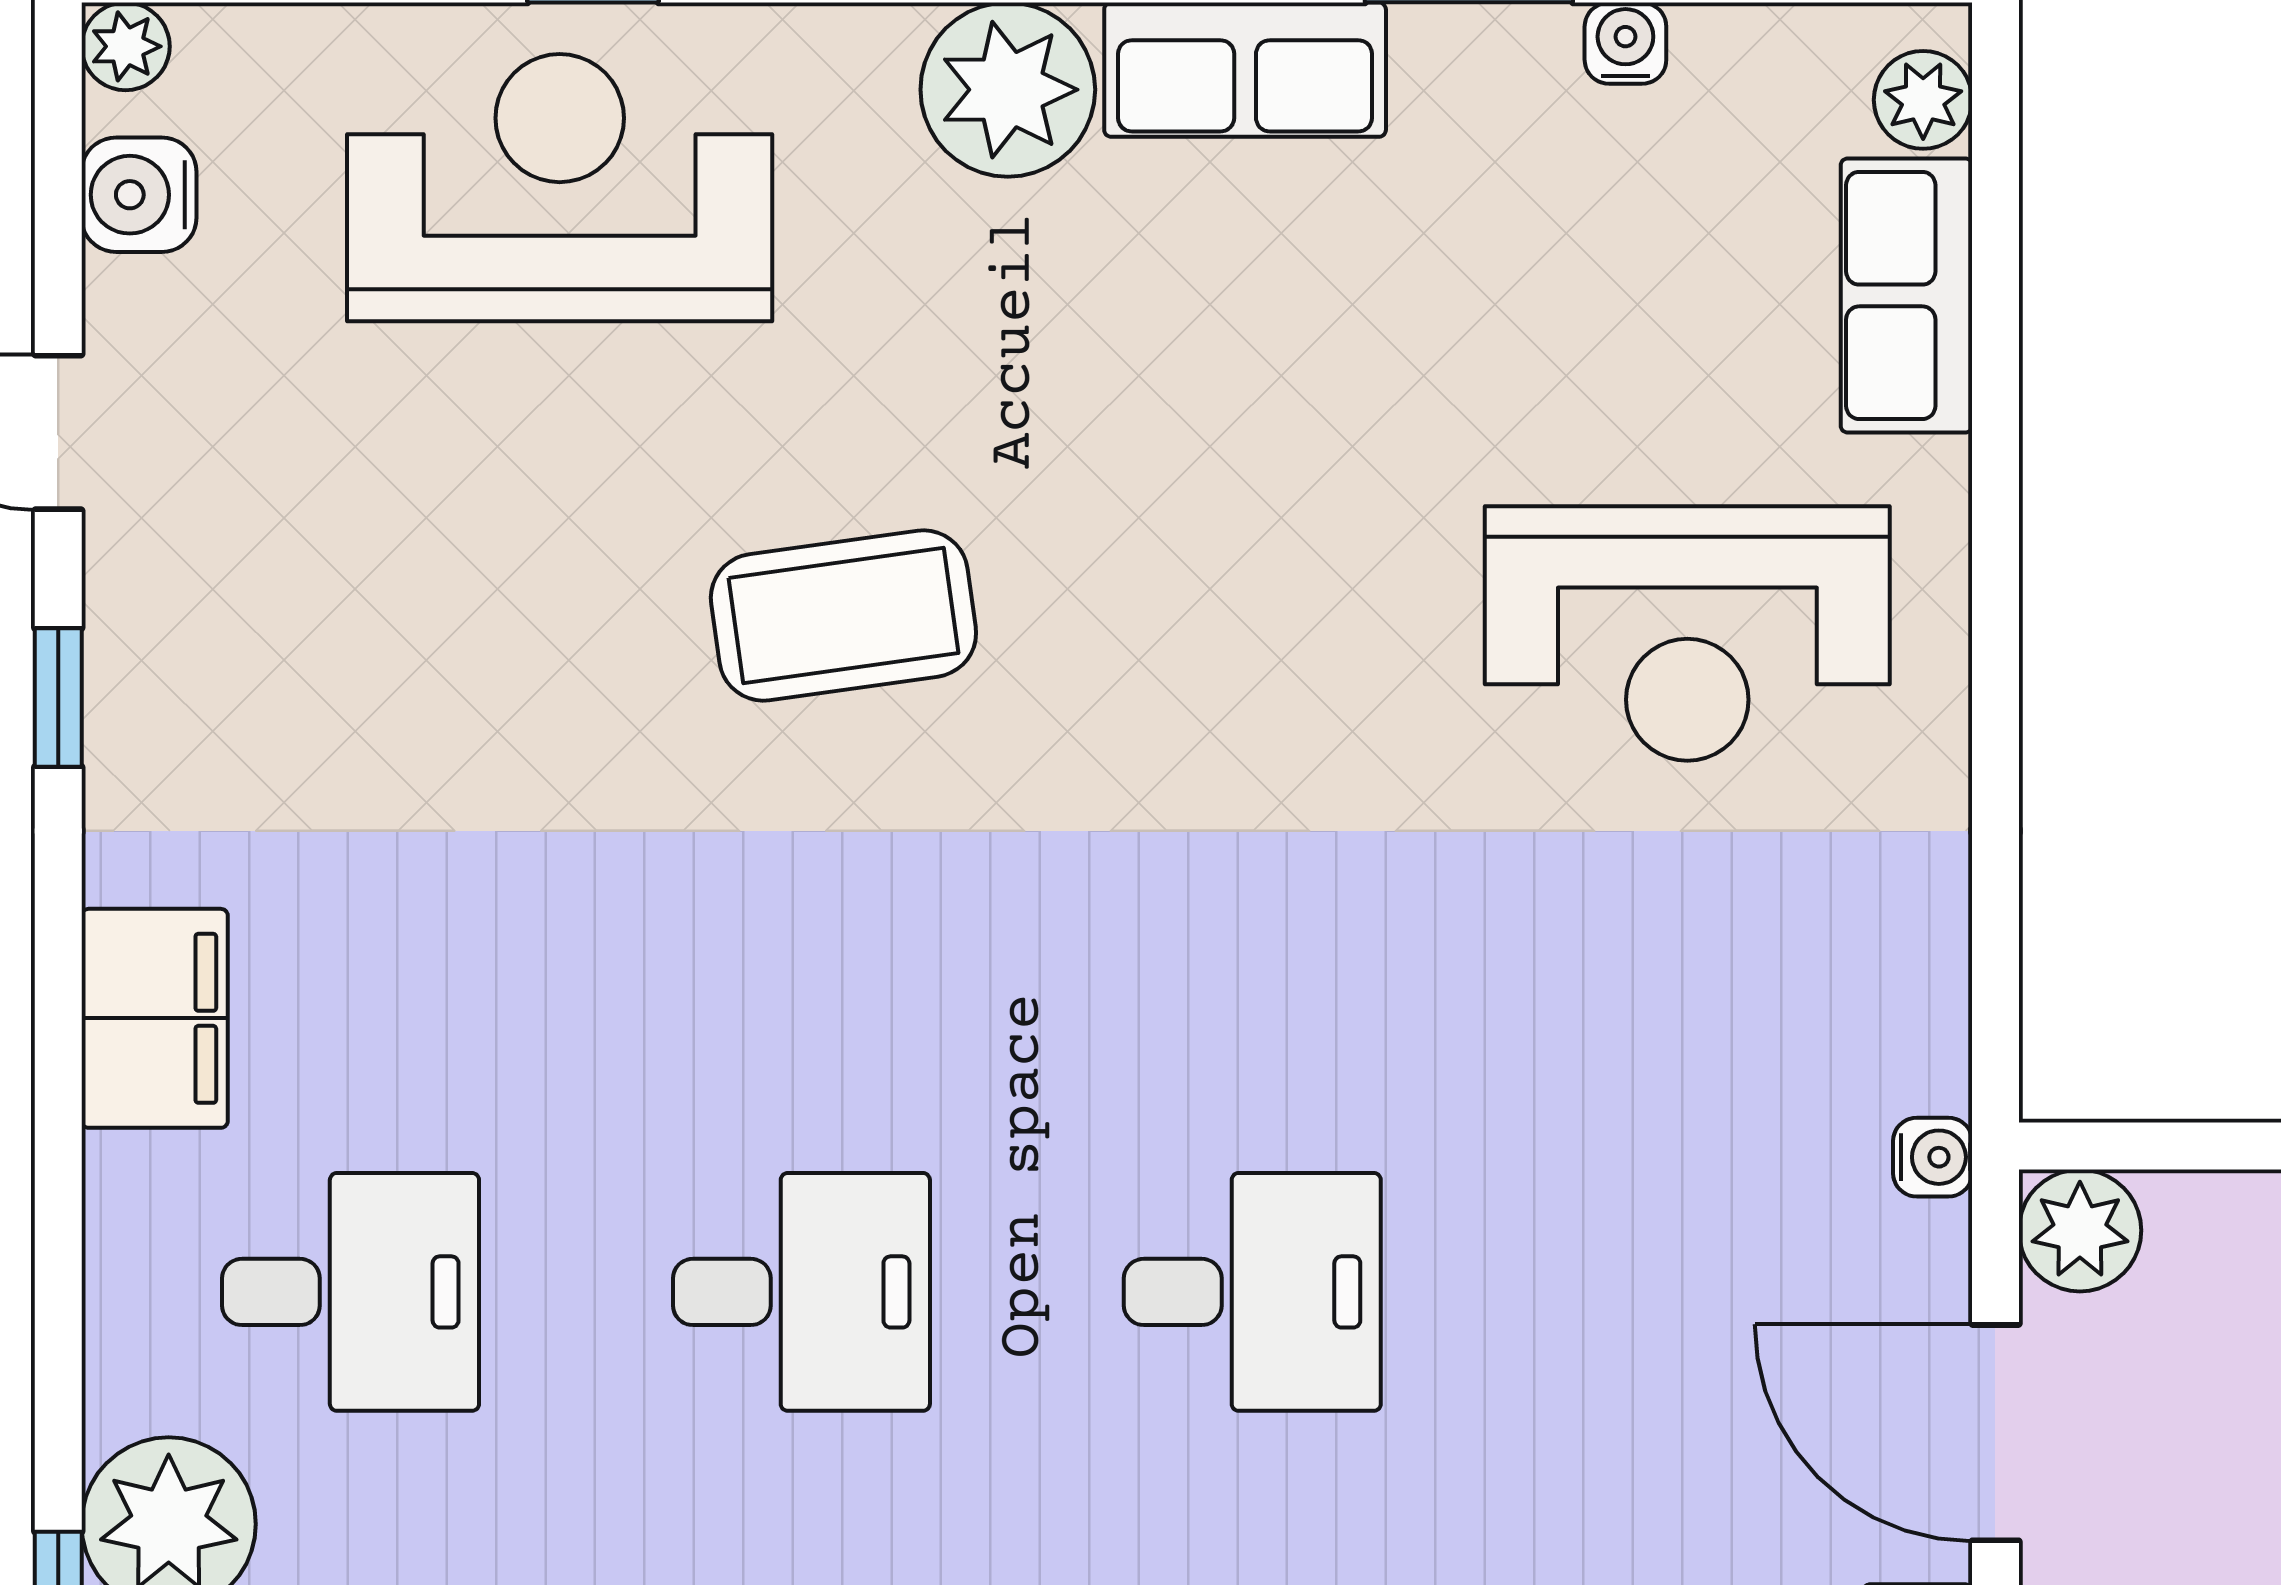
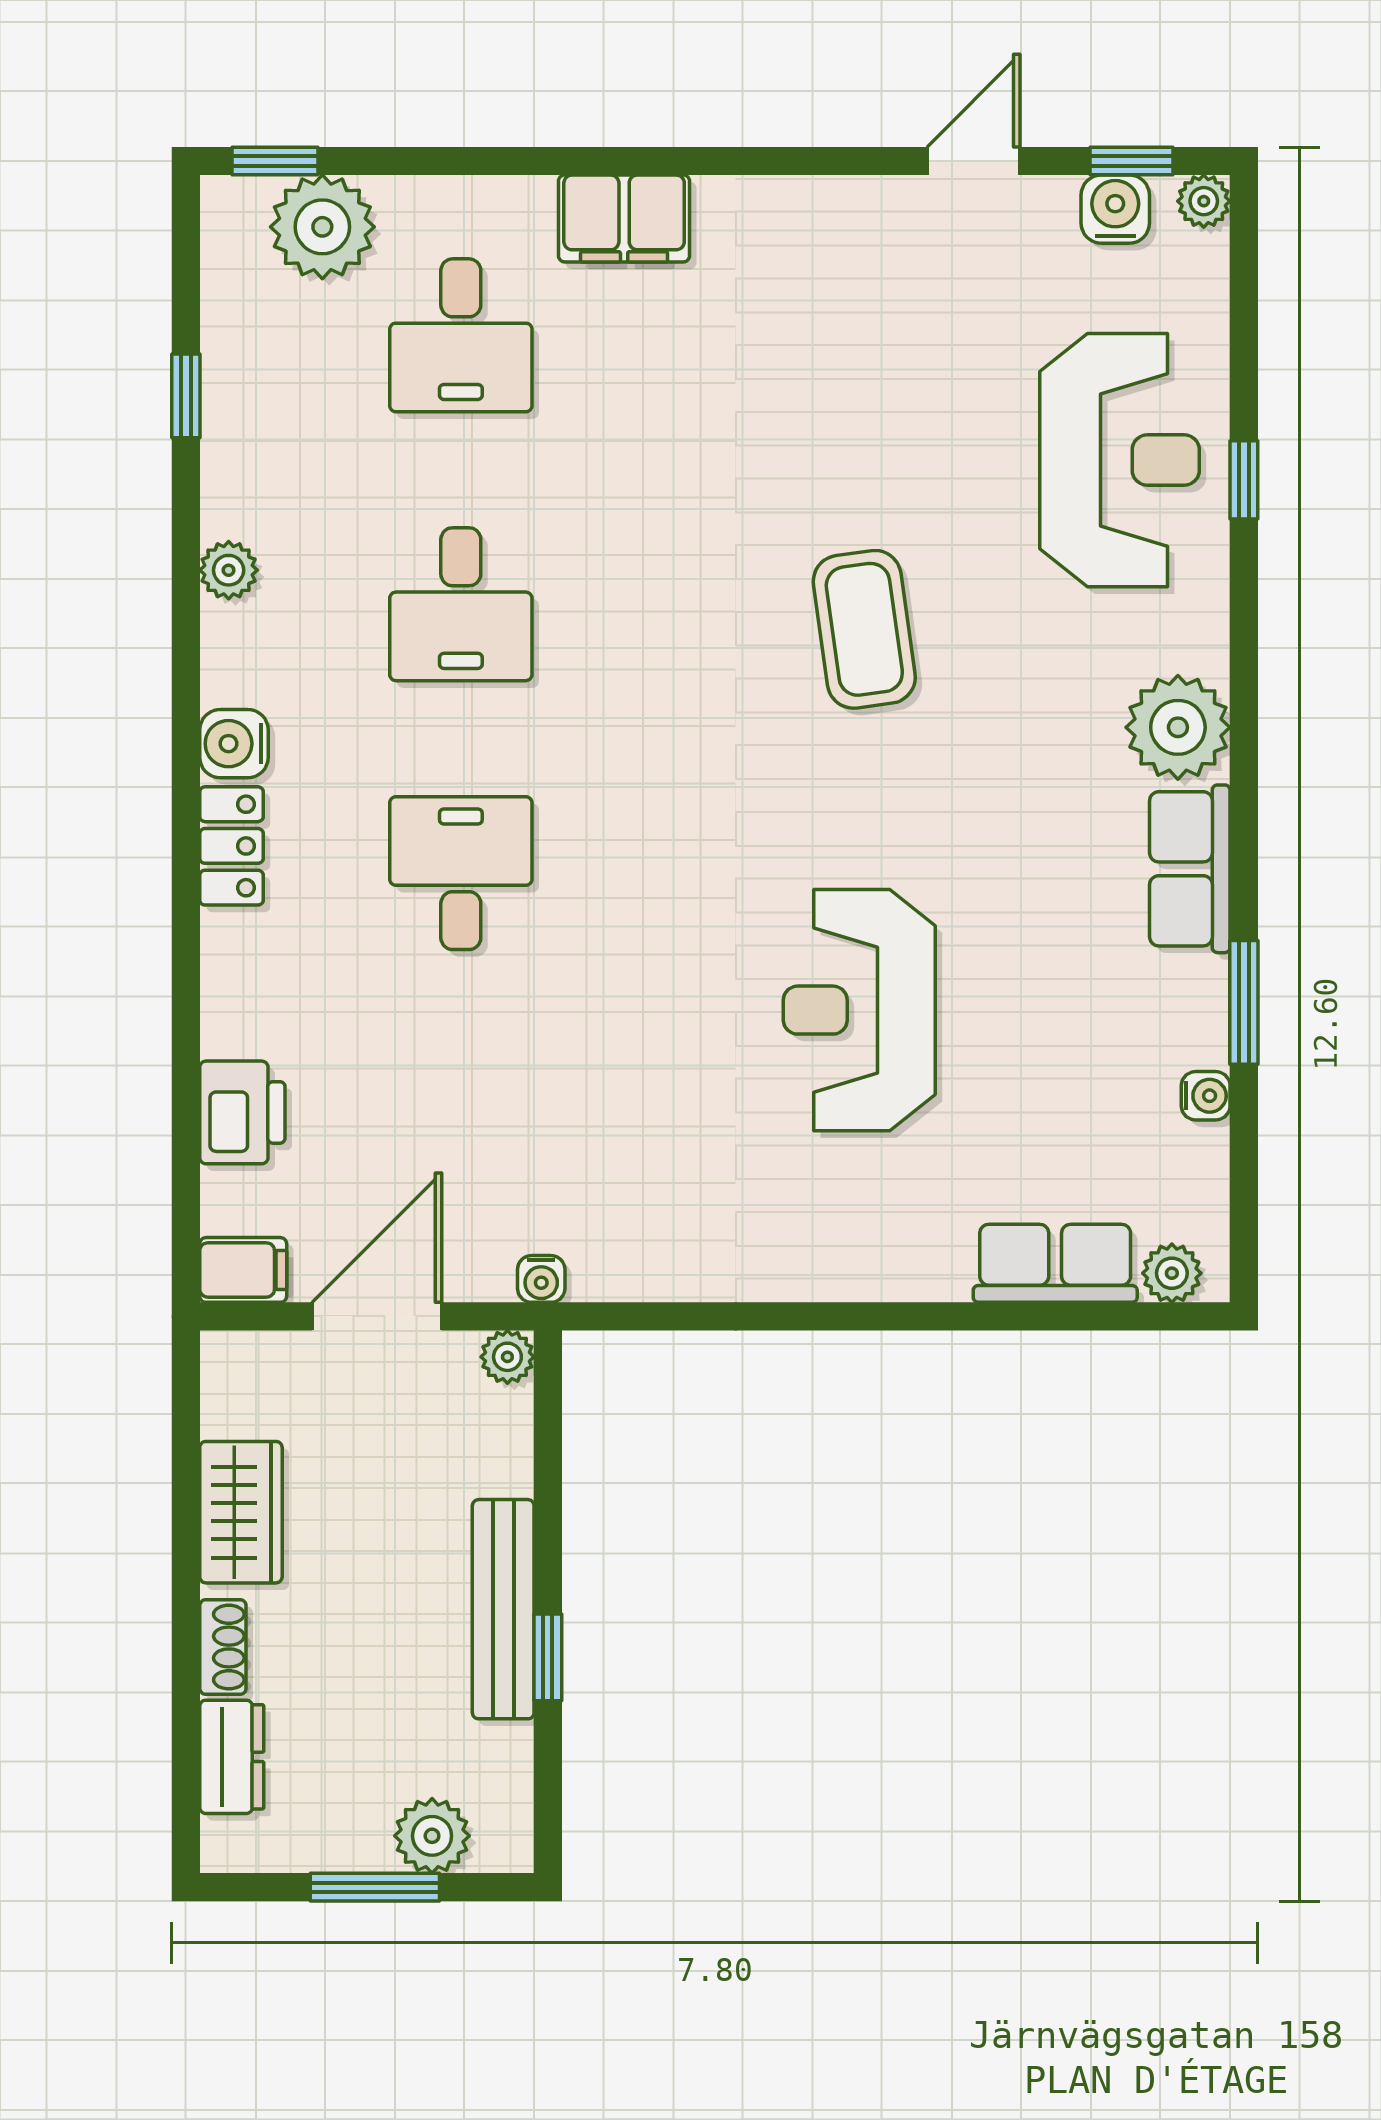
reception desk: (1687, 634) -> (859, 1010), moved
window: (58, 697) -> (1131, 161), moved
plant: (2080, 1230) -> (507, 1357), width x0.73, depth x0.73
desk: (1252, 1292) -> (461, 873), turned 180

